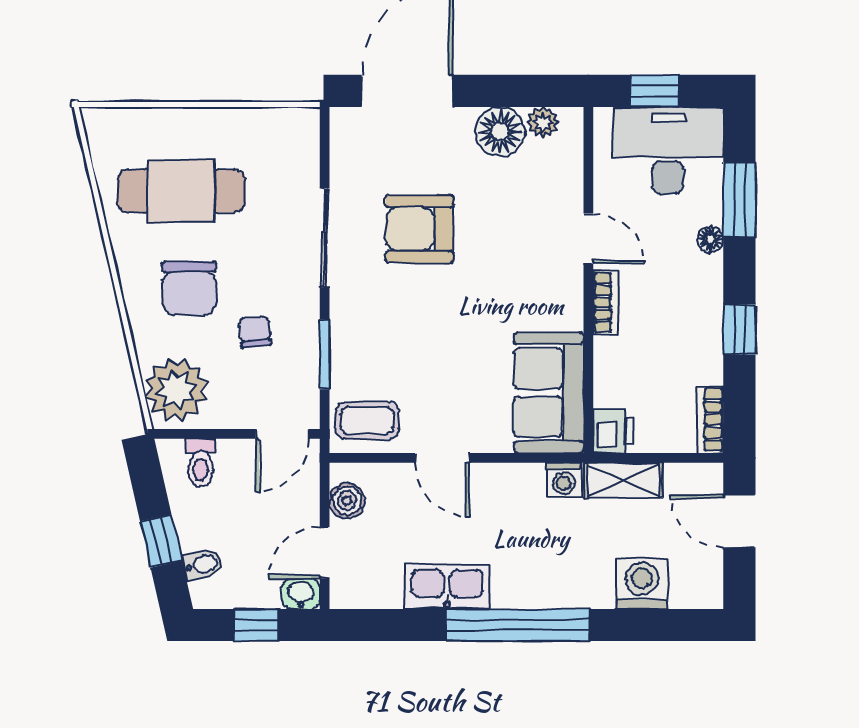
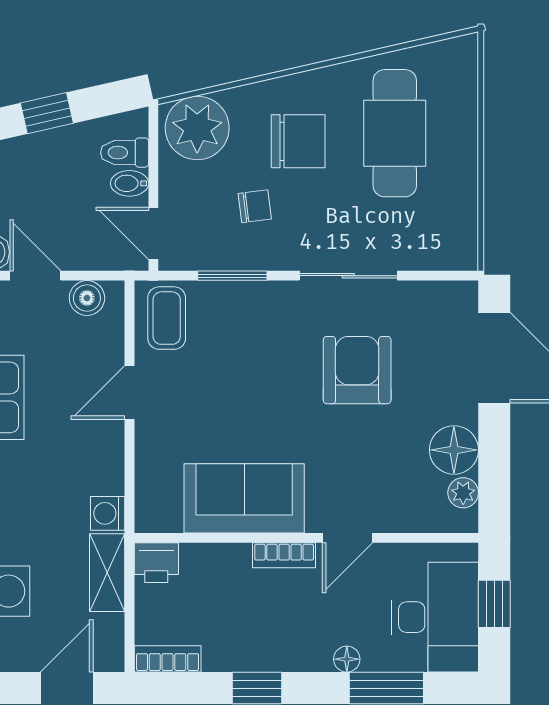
chair: (189, 288) -> (298, 141), turned 180
sofa: (549, 393) -> (244, 498), moved
bidet: (202, 565) -> (130, 183), moved, turned 103

